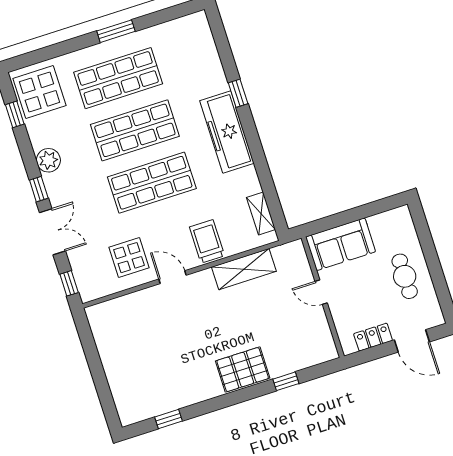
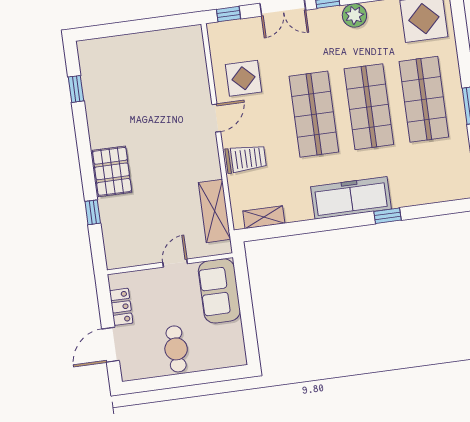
shelving: (244, 269) -> (214, 211), moved
cafe table: (405, 276) -> (176, 349), turned 90

